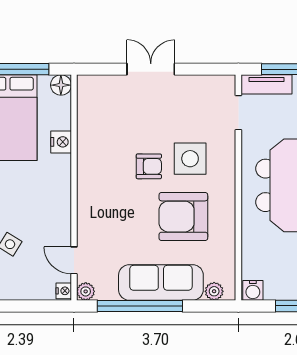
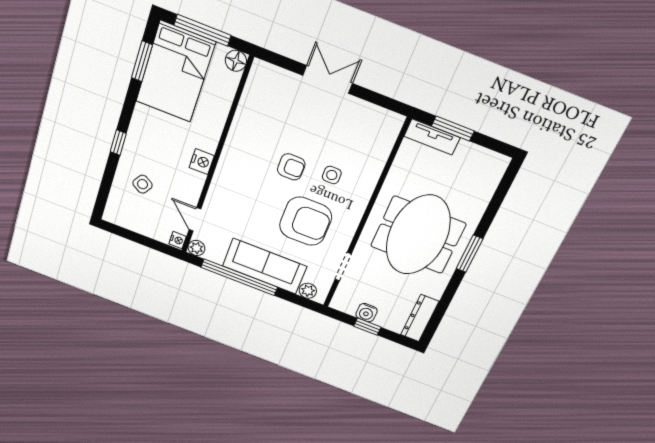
doorway: (238, 113) -> (343, 267), moved
nightstand: (61, 142) -> (202, 162), moved
side table: (190, 159) -> (332, 175), width x0.54, depth x0.54
armchair: (183, 217) -> (306, 221), turned 180
water cooler: (253, 290) -> (366, 313), moved

